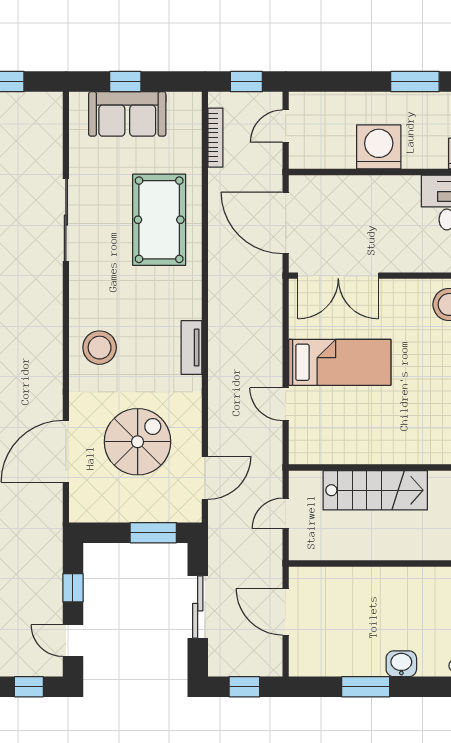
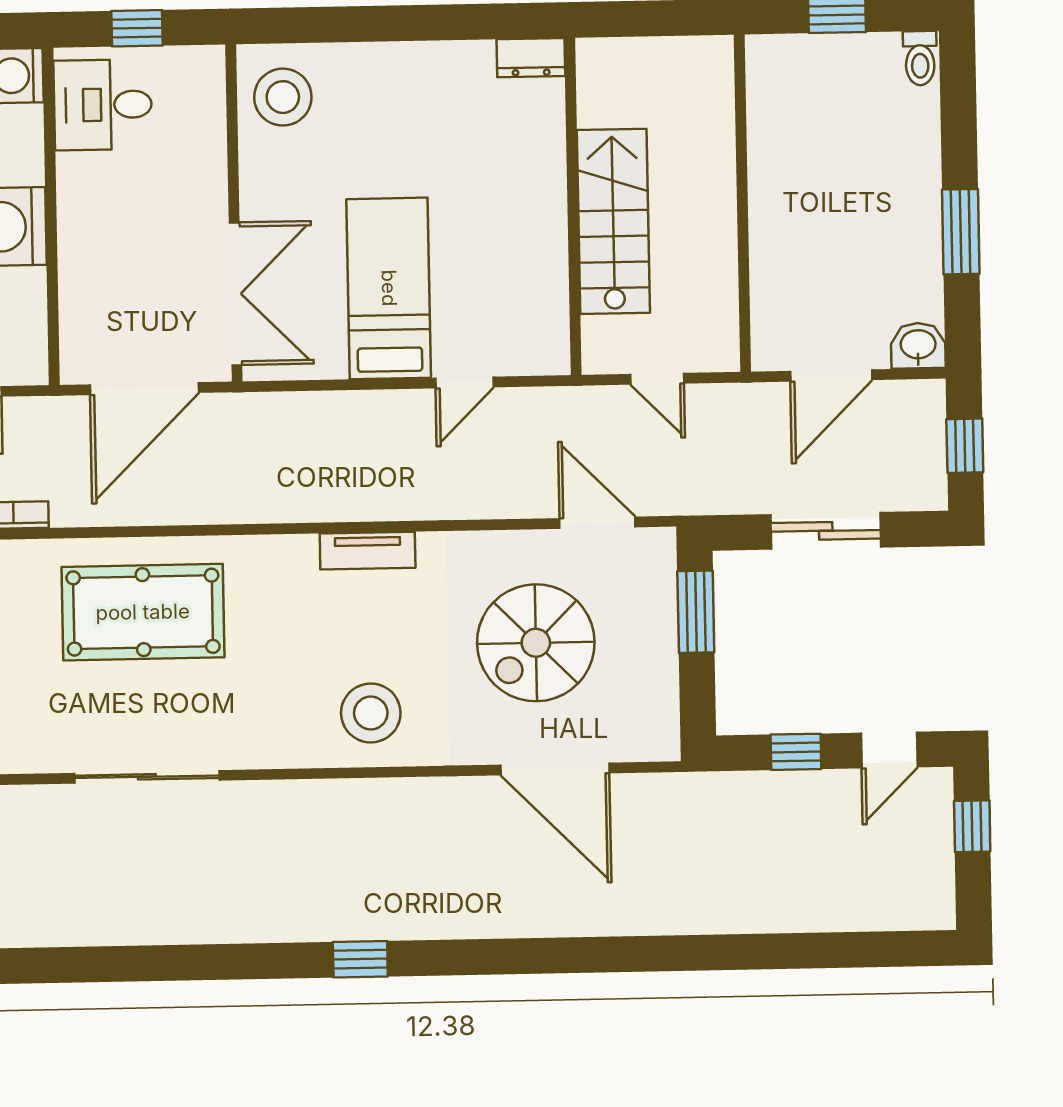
spiral stairs: (138, 442) -> (536, 643), turned -90
washbasin: (401, 664) -> (918, 346), moved, turned 90

